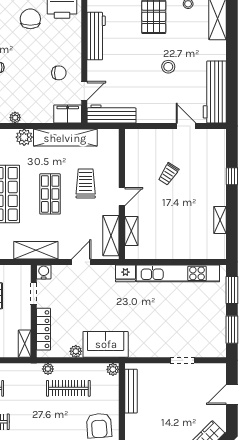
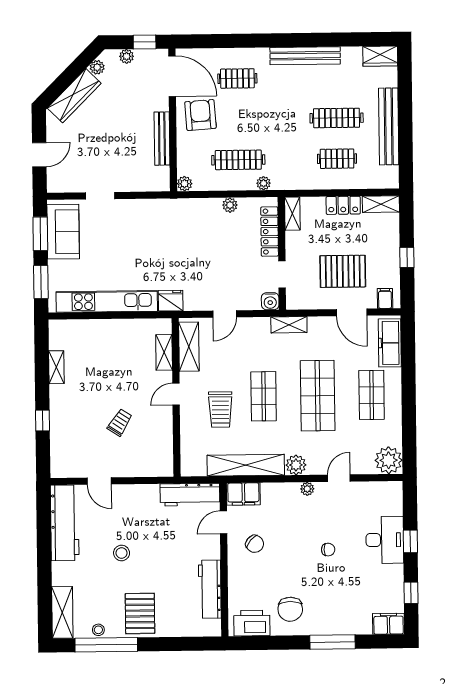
chair: (59, 73) -> (255, 544), turned -139
shelving: (36, 250) -> (289, 325), width x0.67, depth x0.75
sofa: (106, 344) -> (63, 232), moved, turned -90
bench: (131, 391) -> (162, 139), moved

